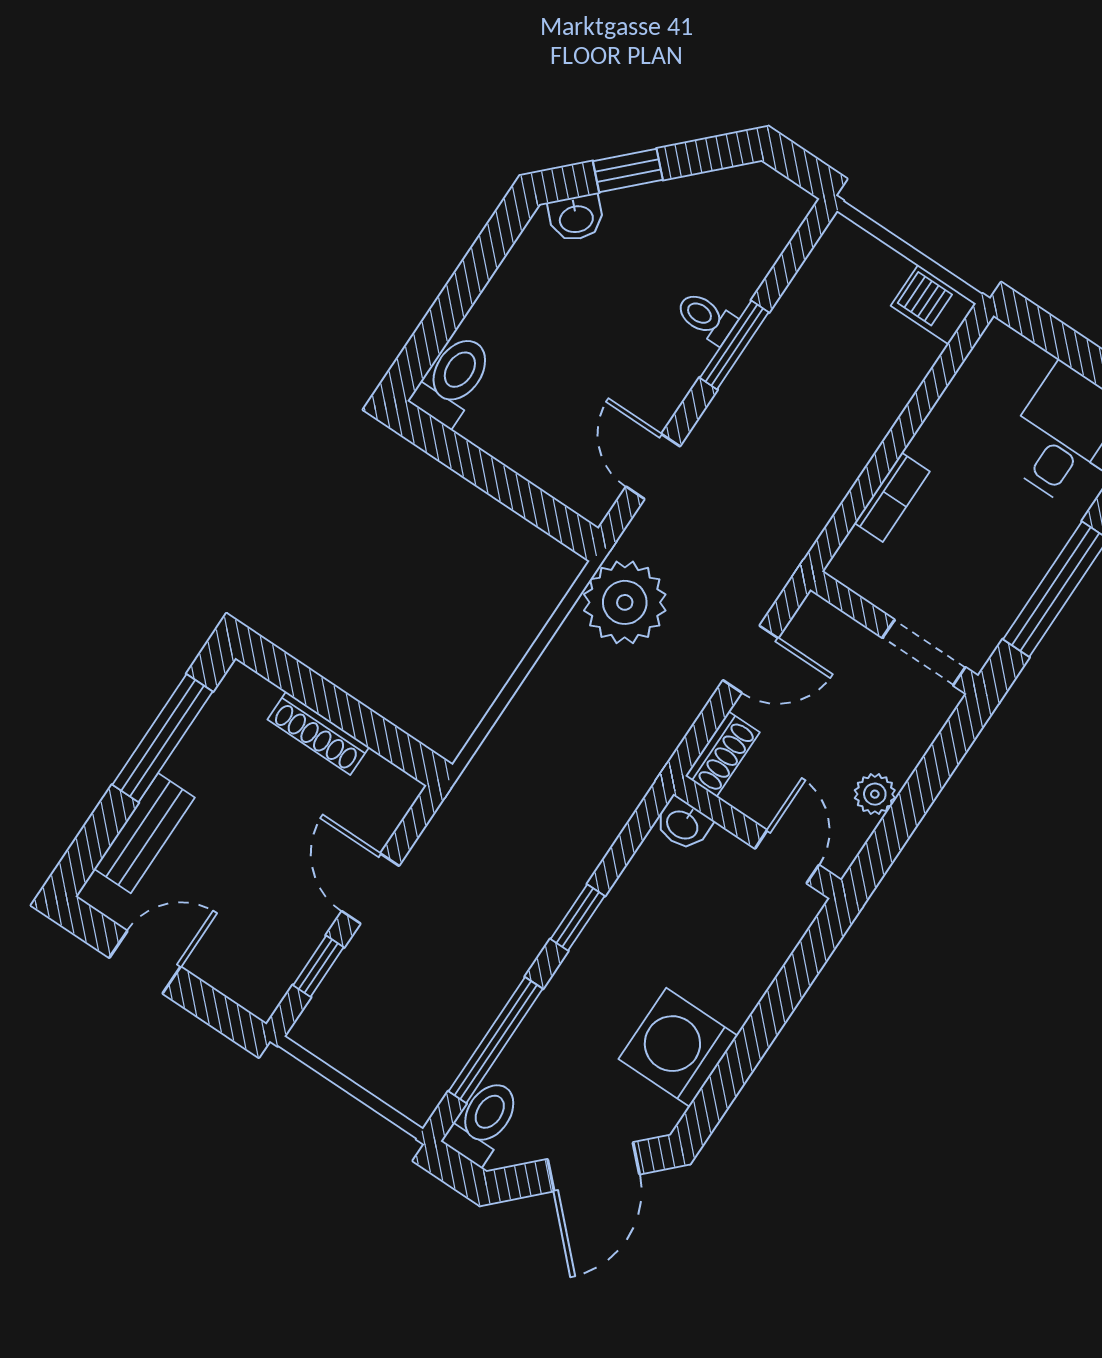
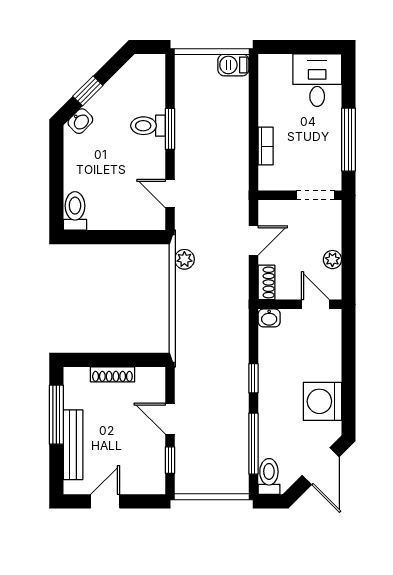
toilet: (706, 318) -> (148, 126), width x1.37, depth x1.39
plant: (625, 602) -> (184, 259), width x0.53, depth x0.53
bench: (144, 833) -> (73, 445), width x1.36

